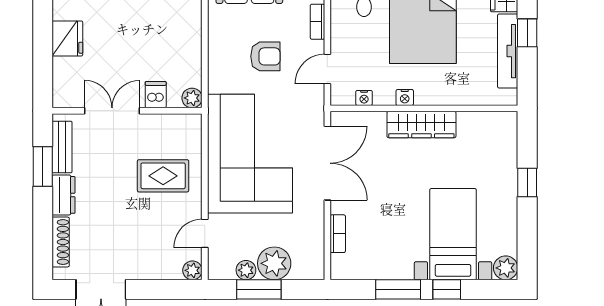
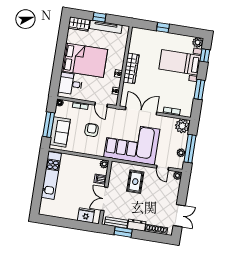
fridge: (67, 38) -> (86, 215), moved
plant: (274, 263) -> (182, 126), moved
window: (259, 289) -> (190, 149), width x1.44
window: (447, 289) -> (205, 55), moved

